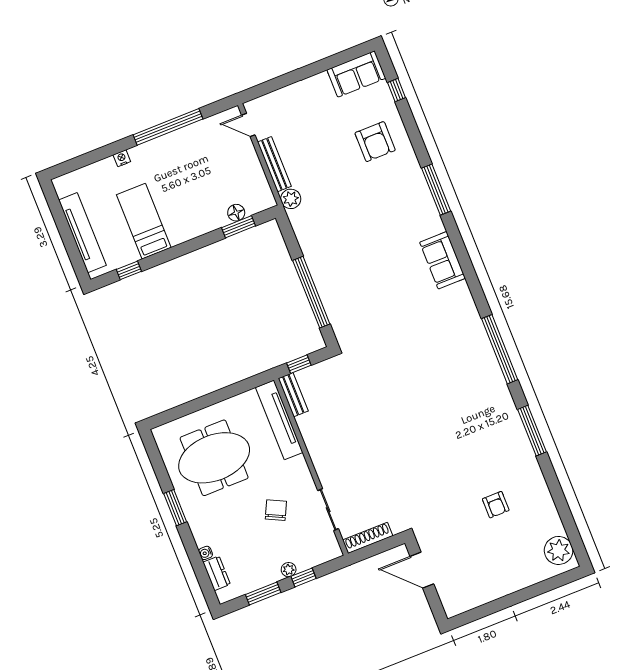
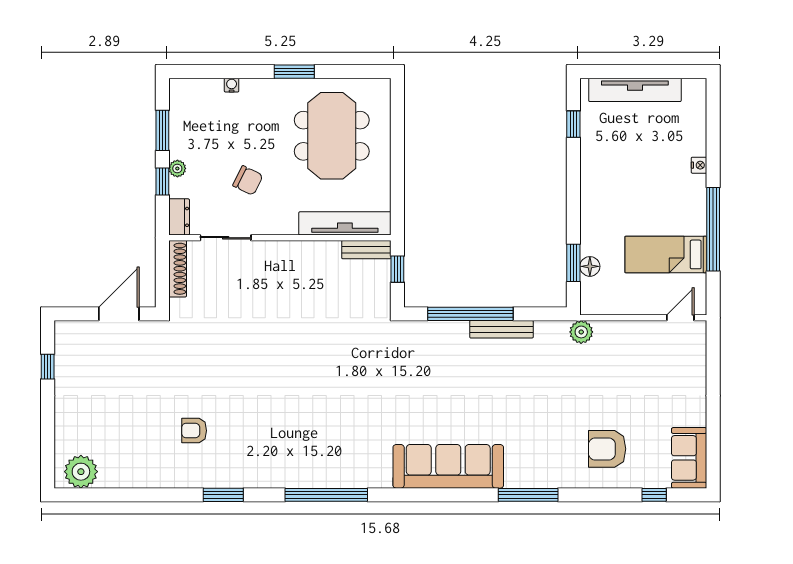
bench: (274, 164) -> (501, 329), moved
bed: (144, 221) -> (666, 254), moved, turned 180
sofa: (442, 260) -> (448, 466), width x1.85, depth x1.27
window: (532, 431) -> (223, 495), width x0.69
armchair: (496, 505) -> (194, 431), moved
dresser: (217, 573) -> (179, 217), moved, turned -90
window: (486, 610) -> (48, 367), added

